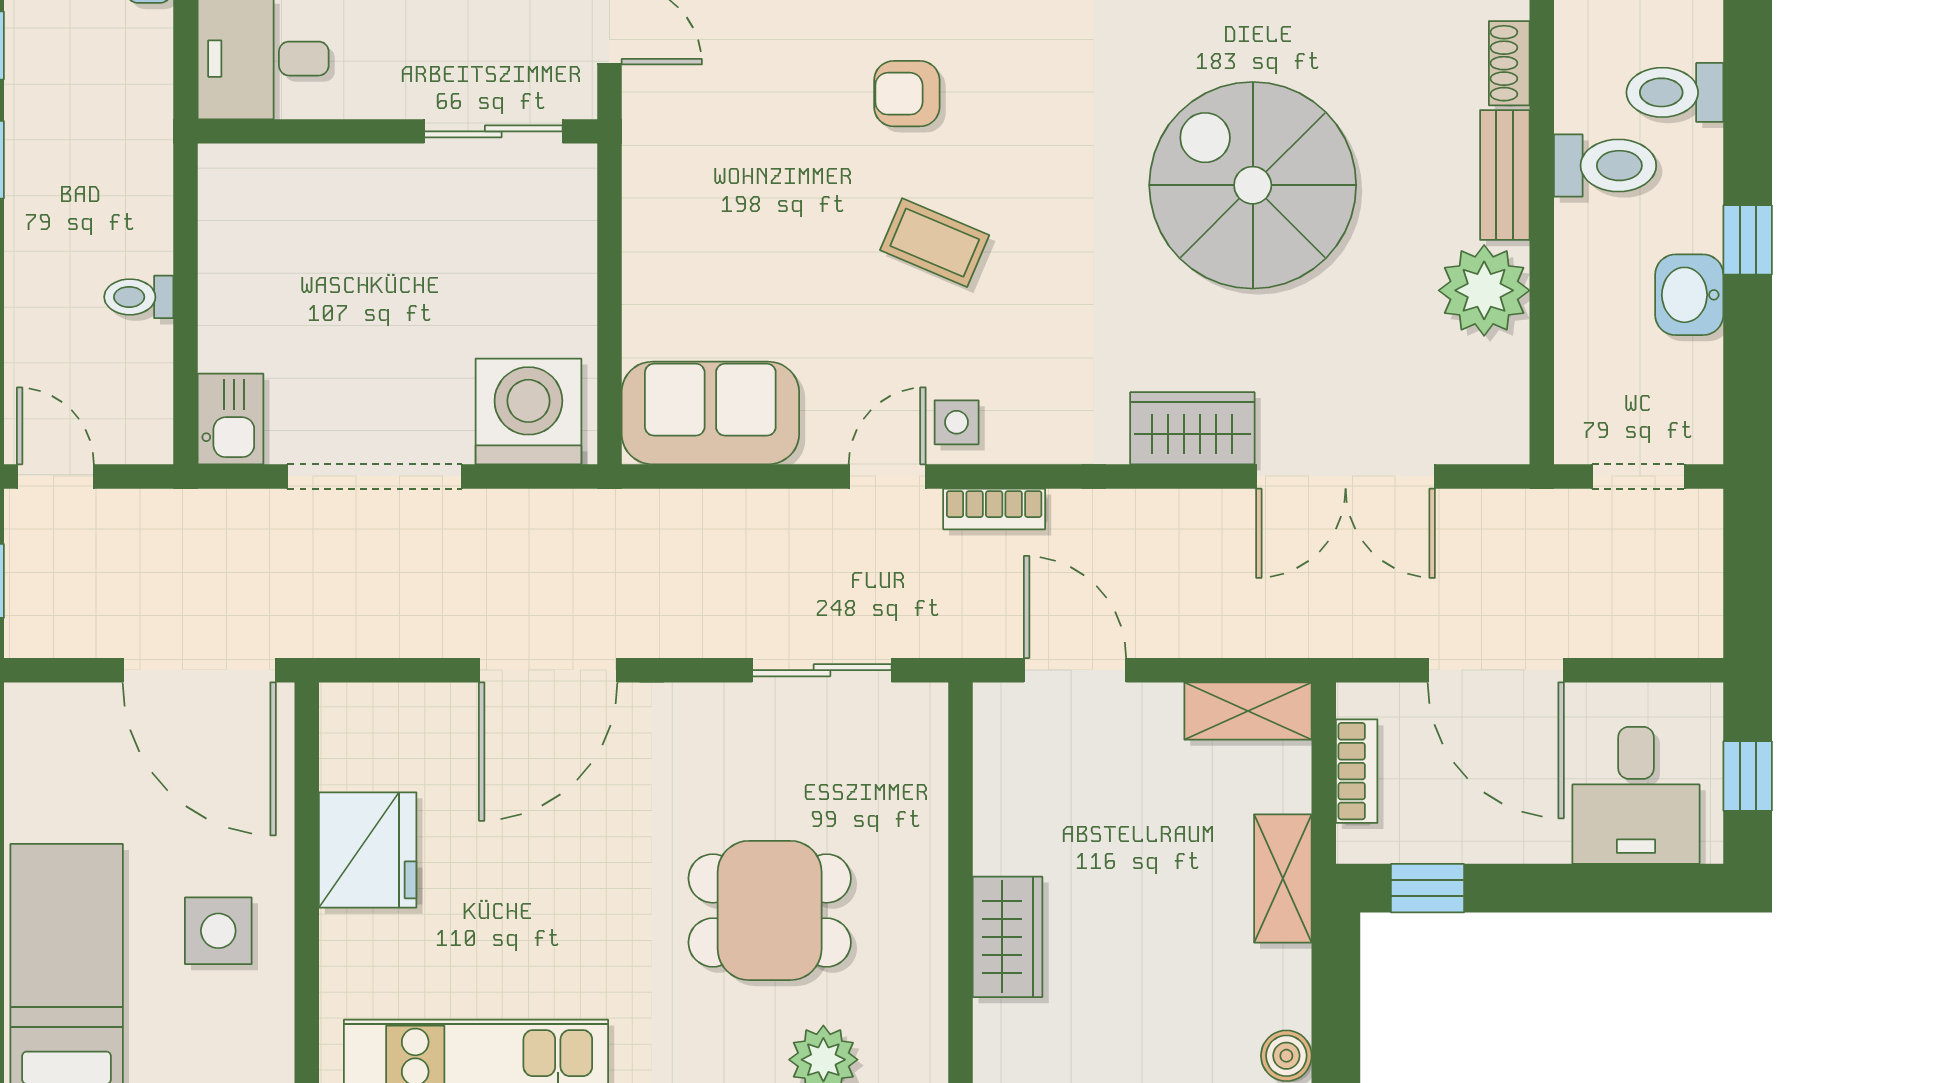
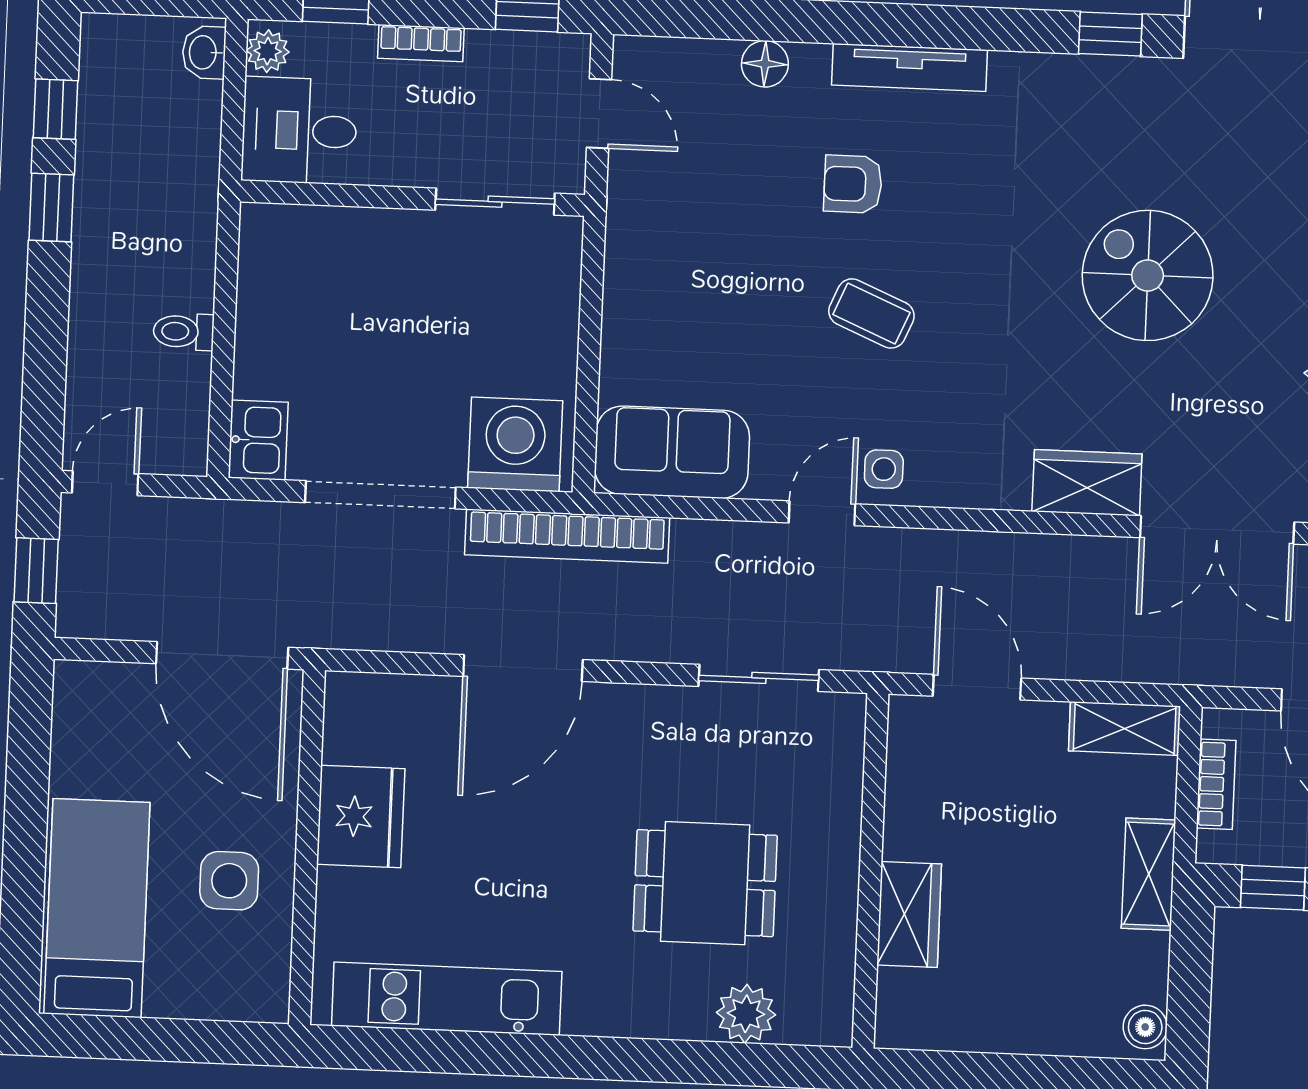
spiral stairs: (1253, 185) -> (1148, 275), width x0.73, depth x0.73
door: (55, 476) -> (105, 483), hinge flipped
bookcase: (994, 509) -> (567, 536), moved, width x2.31, depth x1.31

